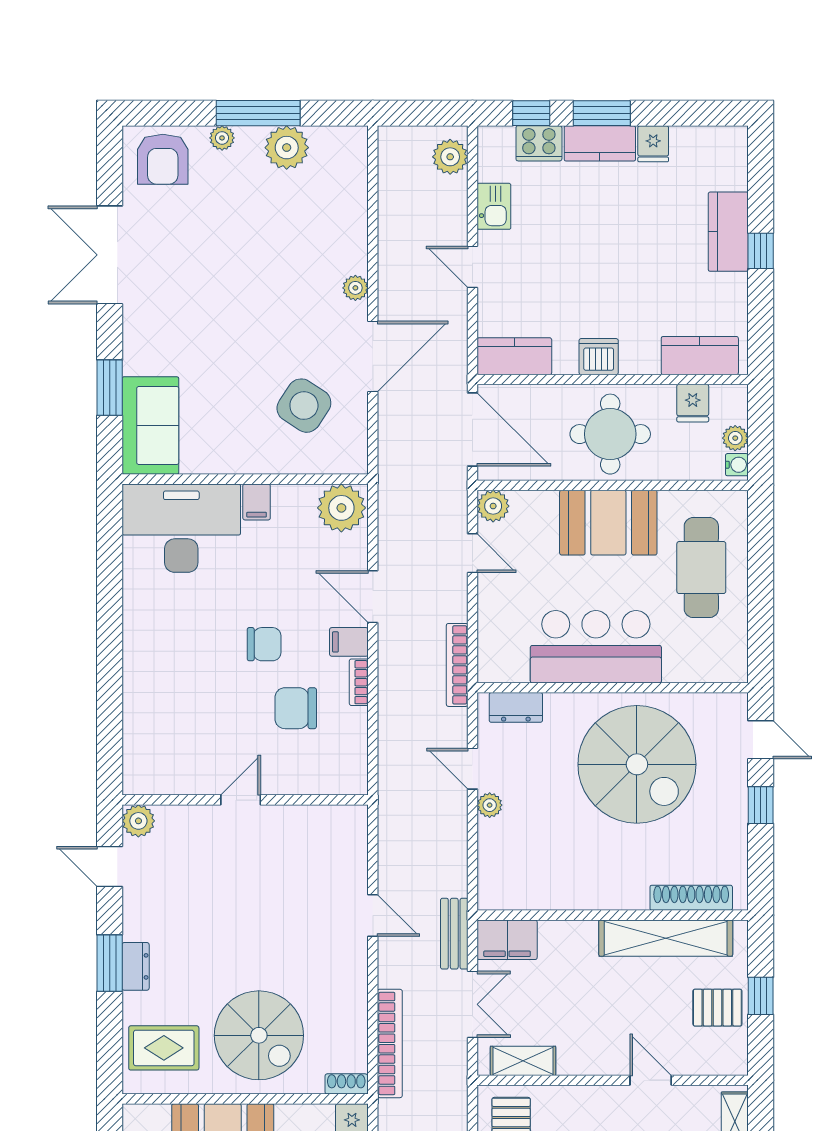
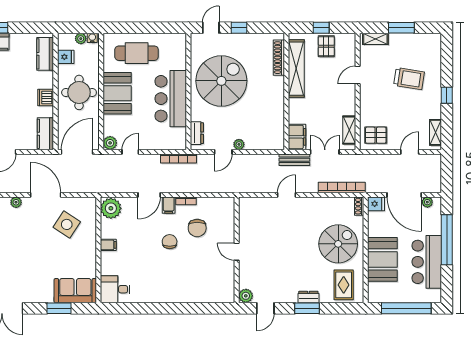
desk: (181, 528) -> (115, 289), width x0.53, depth x0.77

